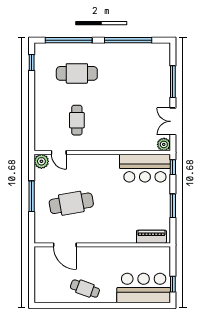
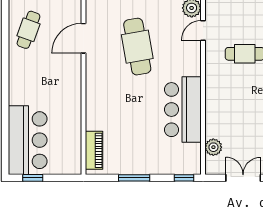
plant: (164, 144) -> (213, 147), moved
bar counter: (145, 168) -> (183, 110), moved
cafe table: (85, 289) -> (28, 30), moved

